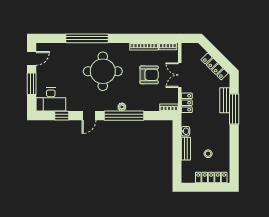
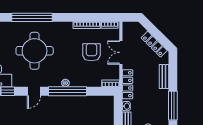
round table: (103, 71) -> (35, 51), moved
armchair: (149, 75) -> (91, 52), turned -90
locker: (187, 103) -> (128, 84), width x1.53
window: (234, 109) -> (173, 106), moved

